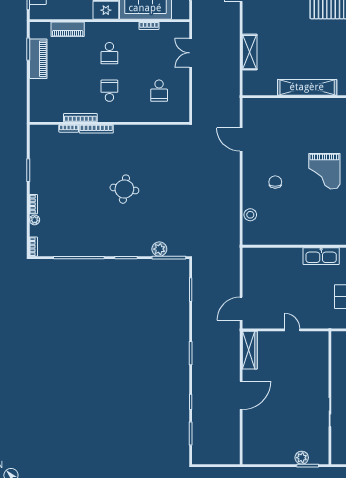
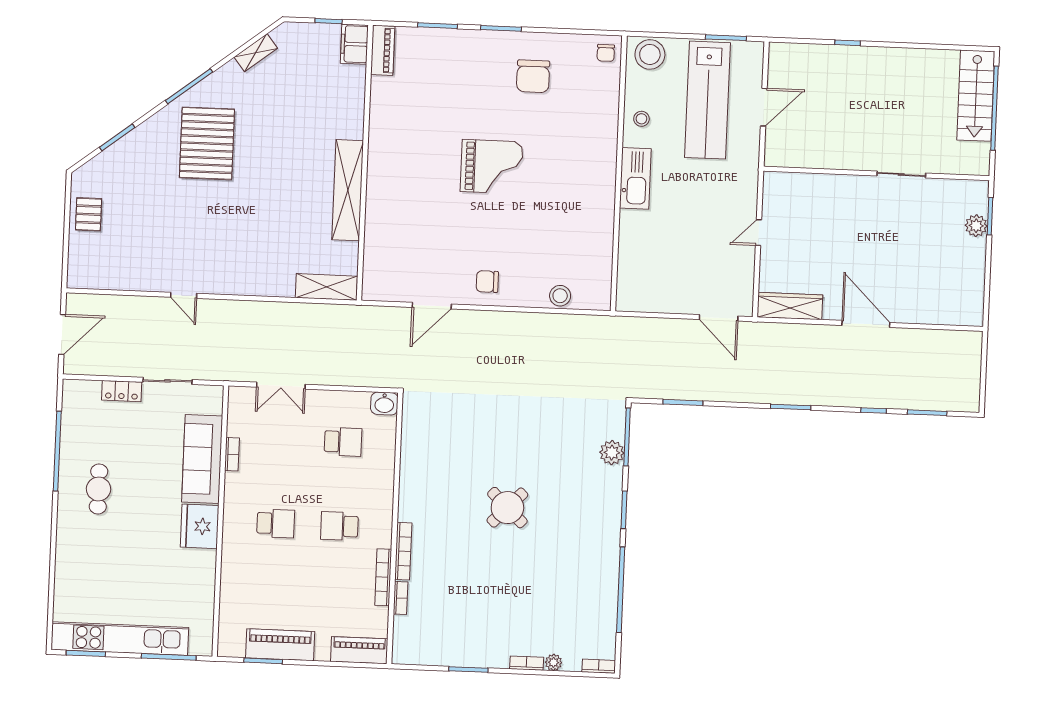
piano: (68, 29) -> (359, 650), moved, turned -90
shelving: (250, 52) -> (326, 287), moved
washbasin: (183, 114) -> (384, 404), added
chair: (275, 182) -> (487, 282), moved
round table: (124, 189) -> (507, 508), turned 36

